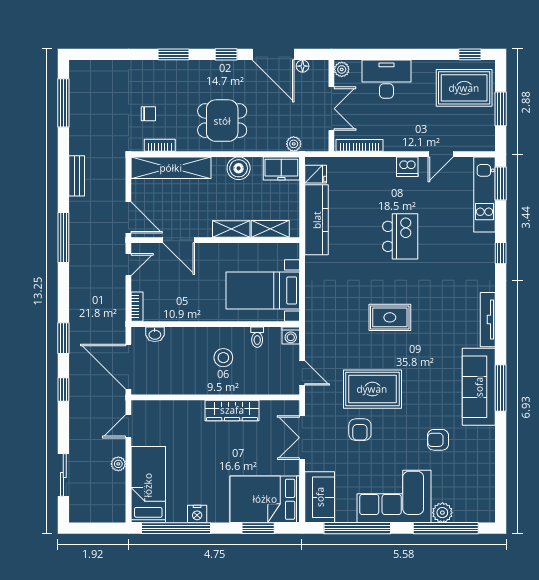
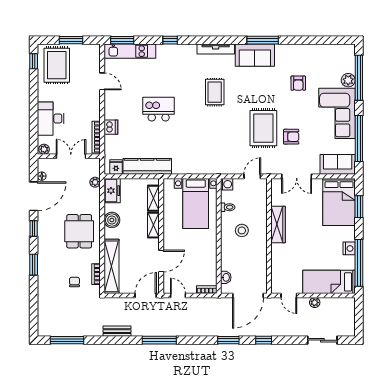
dishwasher: (407, 167) -> (111, 127), moved
rug: (390, 317) -> (215, 92), moved
sofa: (479, 387) -> (255, 55), width x0.73

